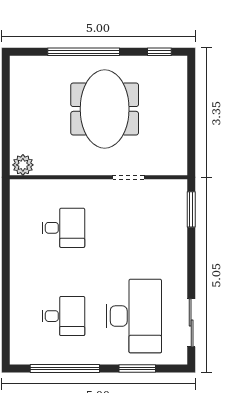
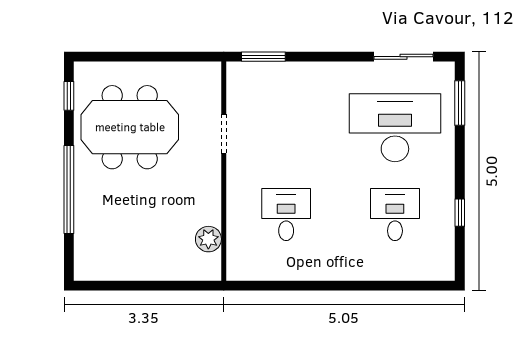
meeting table: (105, 109) -> (130, 127), moved
plant: (23, 165) -> (208, 239), moved
window: (65, 369) -> (460, 213), width x0.32
window: (137, 369) -> (460, 103), moved

